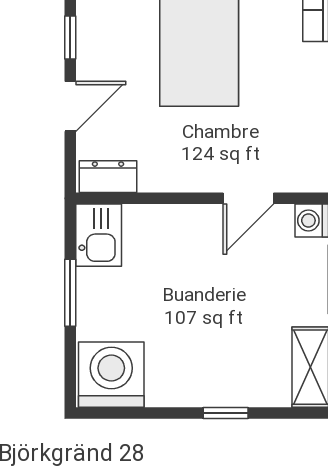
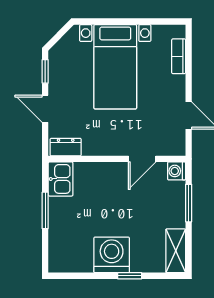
door: (70, 106) -> (45, 109), swing flipped
washing machine: (111, 375) -> (112, 255), moved

